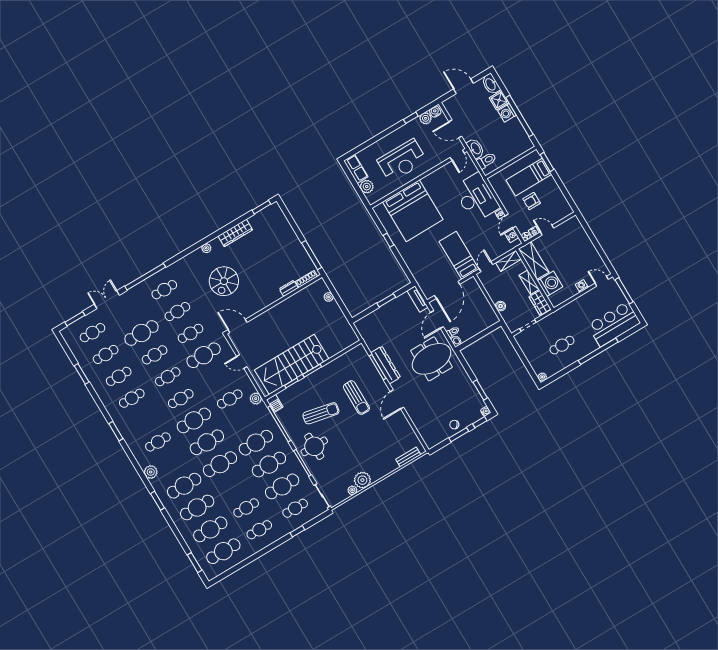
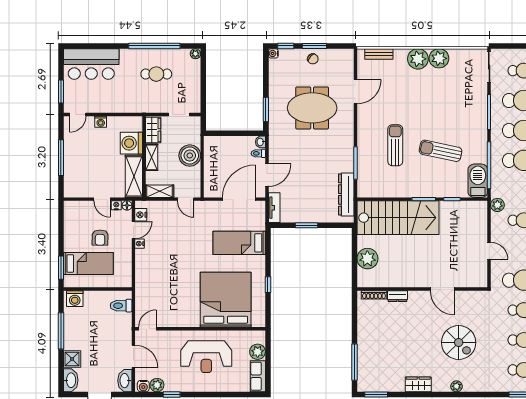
washing machine: (507, 113) -> (75, 299), moved, turned 90
window: (519, 116) -> (61, 331), width x0.68
washbasin: (475, 148) -> (125, 381), moved
reception desk: (402, 161) -> (206, 357), turned 180
desk: (476, 198) -> (154, 275), removed
armchair: (532, 201) -> (100, 238), turned 91
wardrobe: (235, 233) -> (418, 384), width x0.67
window: (595, 242) -> (61, 158), added
window: (312, 255) -> (354, 362), moved
bed: (459, 255) -> (239, 243), moved, turned 90
door: (486, 267) -> (186, 199), hinge flipped
spiral stairs: (224, 281) -> (459, 343), turned 90
door: (602, 281) -> (78, 114), hinge flipped
window: (624, 291) -> (61, 91), width x0.69
plant: (329, 297) -> (367, 259), width x1.88, depth x1.88
boiler: (500, 306) -> (190, 156), width x1.86, depth x1.86
door: (238, 326) -> (442, 289), moved
window: (598, 351) -> (154, 46), moved
meeting table: (431, 359) -> (312, 108), moved
stairs: (292, 364) -> (398, 218), moved
dresser: (386, 365) -> (346, 194), moved
window: (480, 390) -> (266, 109), moved
door: (397, 399) -> (356, 92), moved
barbecue: (275, 403) -> (478, 181), width x1.88, depth x1.53
round table: (314, 446) -> (467, 121), removed
plant: (352, 490) -> (418, 59), moved, width x1.88, depth x1.88

